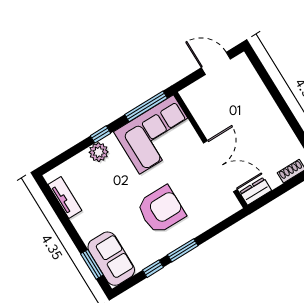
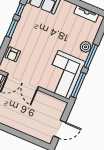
window: (101, 134) -> (91, 56), width x2.17
armchair: (161, 210) -> (13, 54), moved, width x0.53, depth x0.53

